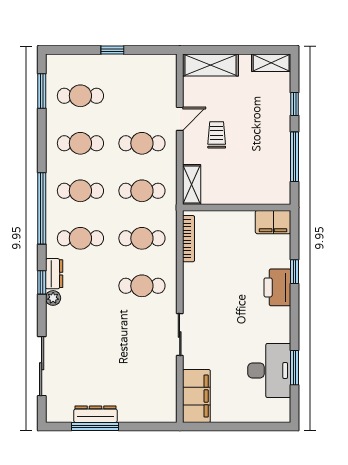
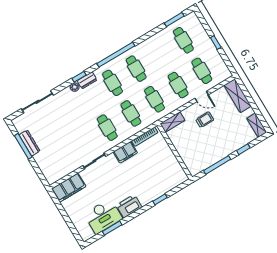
cafe table: (80, 143) -> (202, 71), moved
filing cabinet: (273, 222) -> (125, 152), moved, turned -90
printer: (277, 287) -> (129, 206), moved

